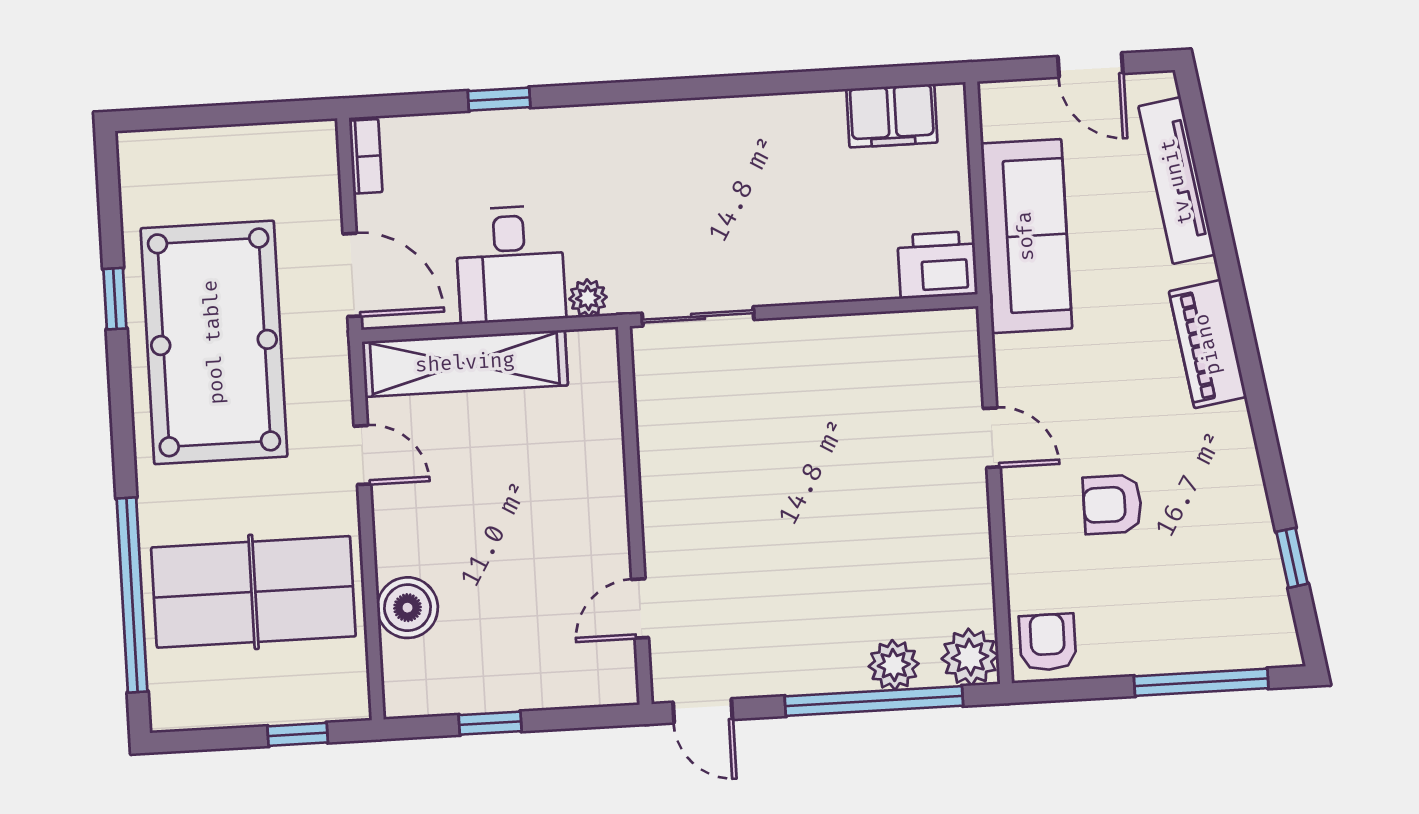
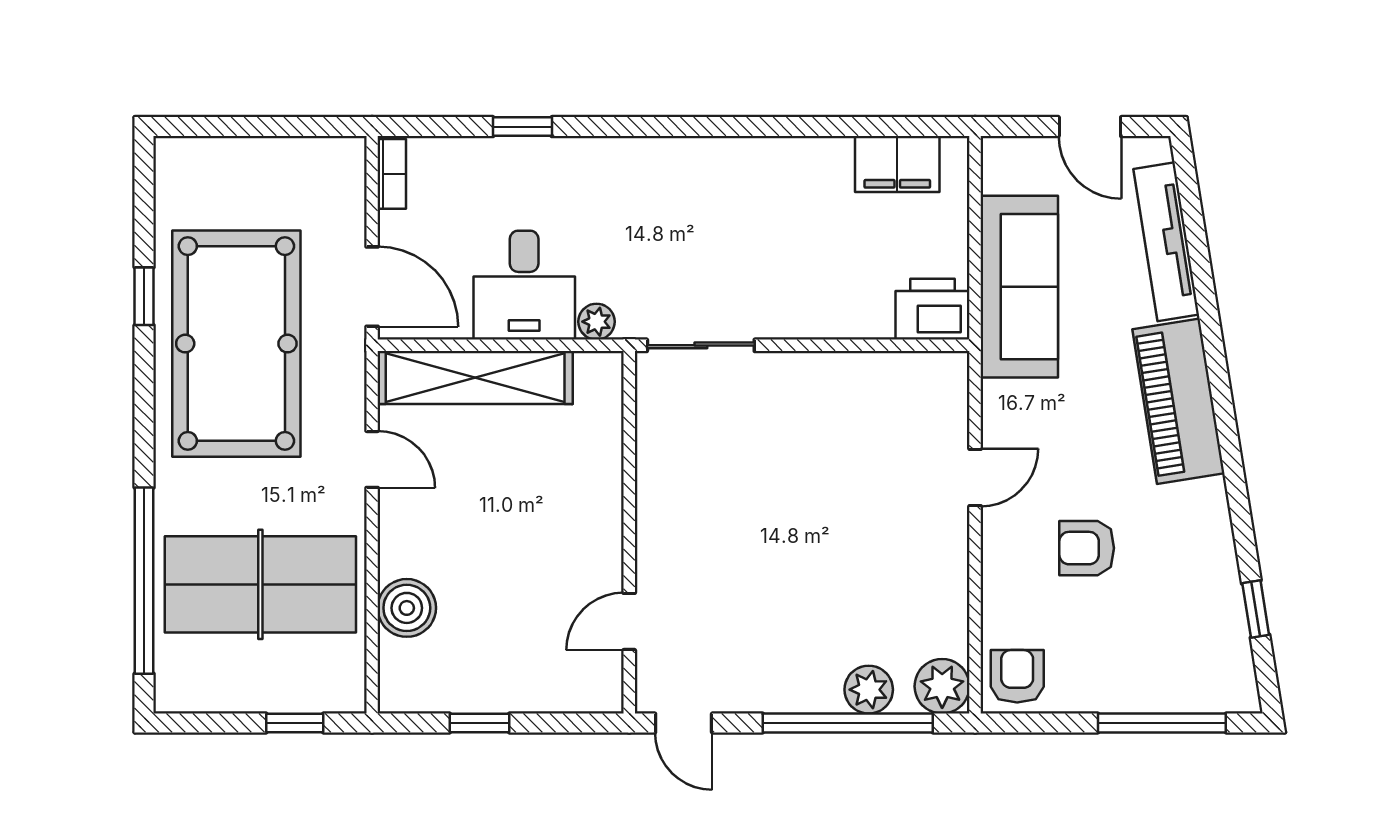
piano: (1208, 344) -> (1178, 401), width x1.37, depth x1.33
door: (992, 438) -> (975, 478), hinge flipped

